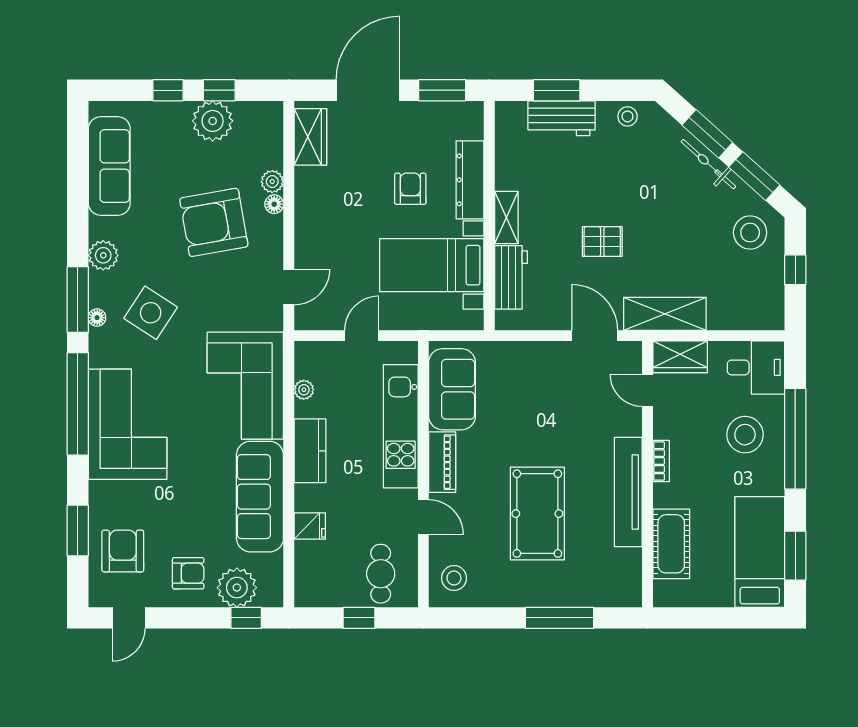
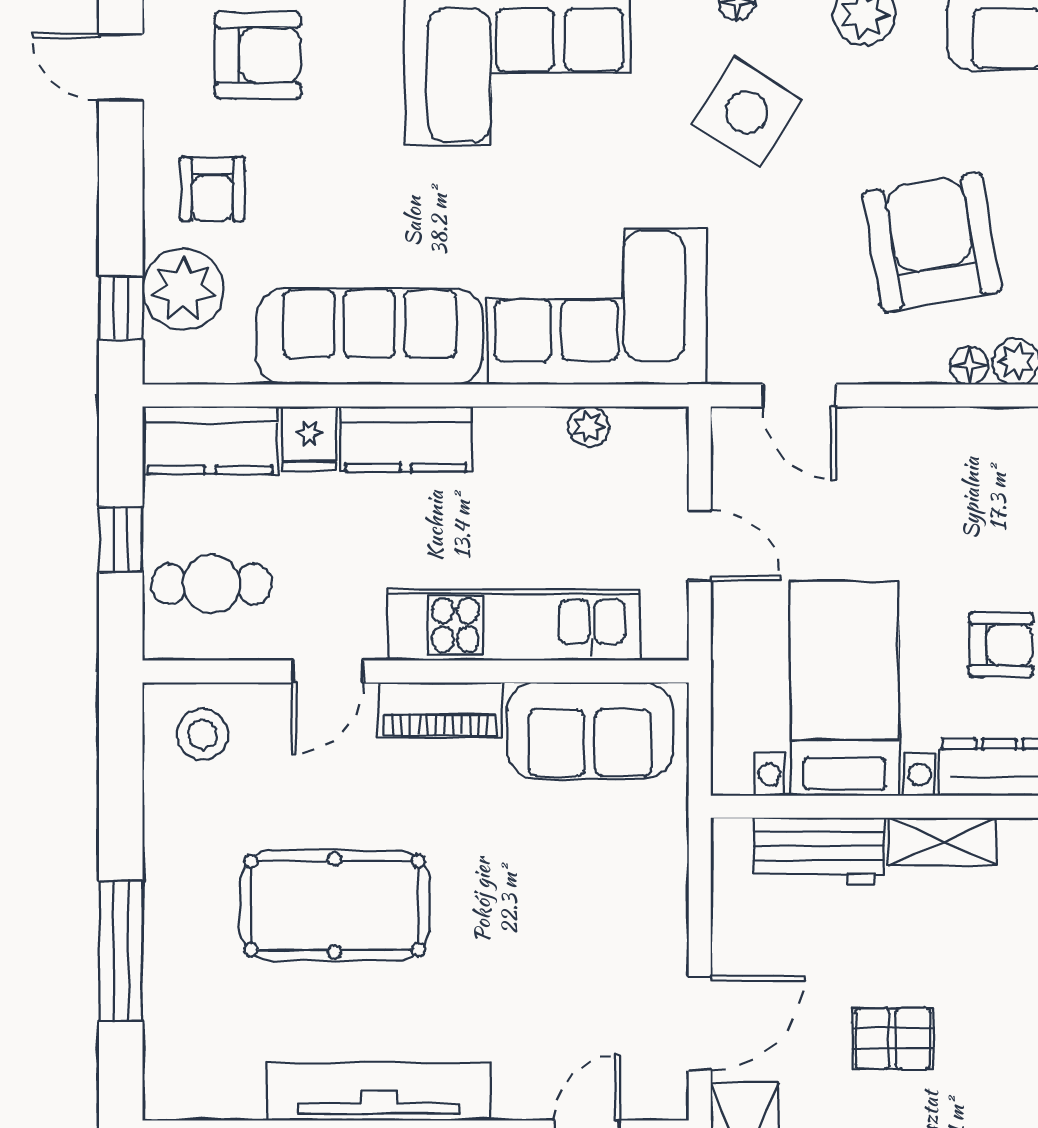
pallet: (602, 242) -> (893, 1038), turned 90
kitchen counter: (310, 451) -> (406, 439), moved
kitchen counter: (311, 574) -> (210, 440), added

